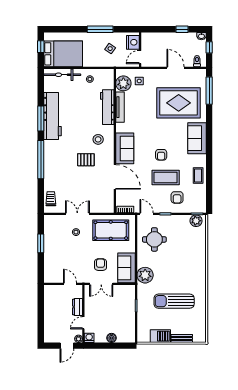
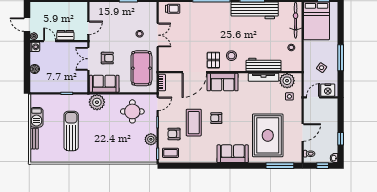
door: (140, 57) -> (313, 97), hinge flipped
pallet: (86, 160) -> (213, 60), moved
coffee table: (198, 175) -> (170, 153), moved
plant: (196, 221) -> (151, 139), moved

